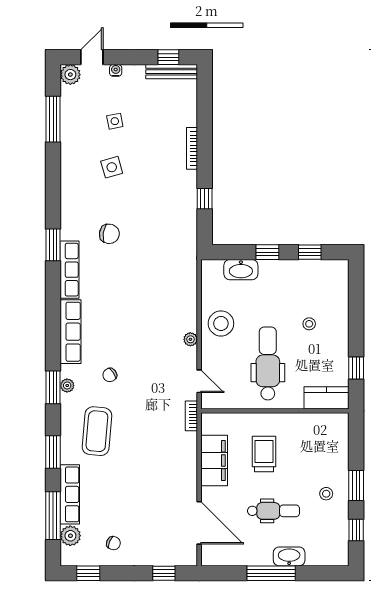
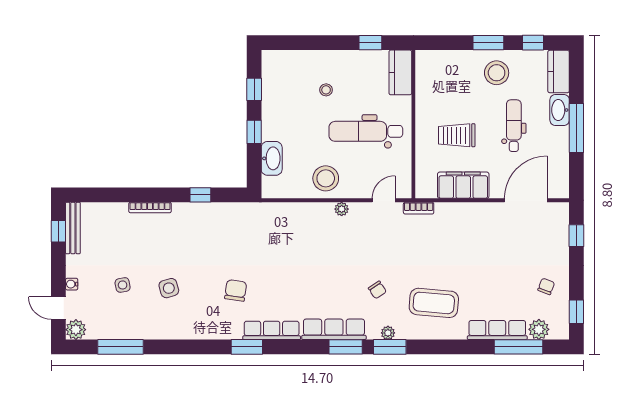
window: (53, 452) -> (346, 347), moved
stool: (326, 494) -> (497, 73), width x1.89, depth x1.89
kitchen counter: (327, 555) -> (559, 72), added

